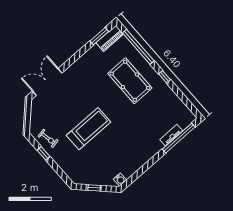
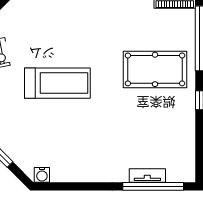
pool table: (130, 81) -> (155, 69), turned 90

